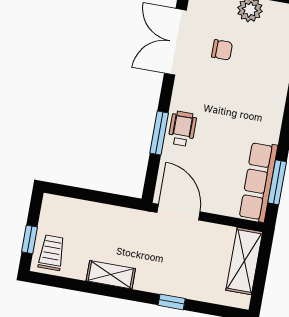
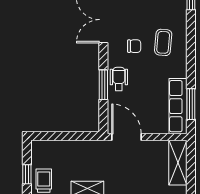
chair: (222, 50) -> (134, 46), moved
coffee table: (254, 89) -> (163, 42), added

